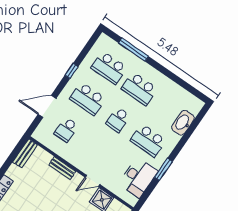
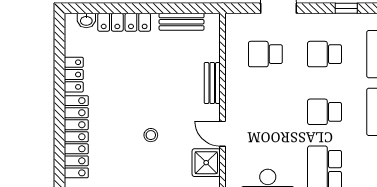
school desk: (88, 99) -> (325, 54), width x0.54
bench: (25, 153) -> (182, 22), moved

